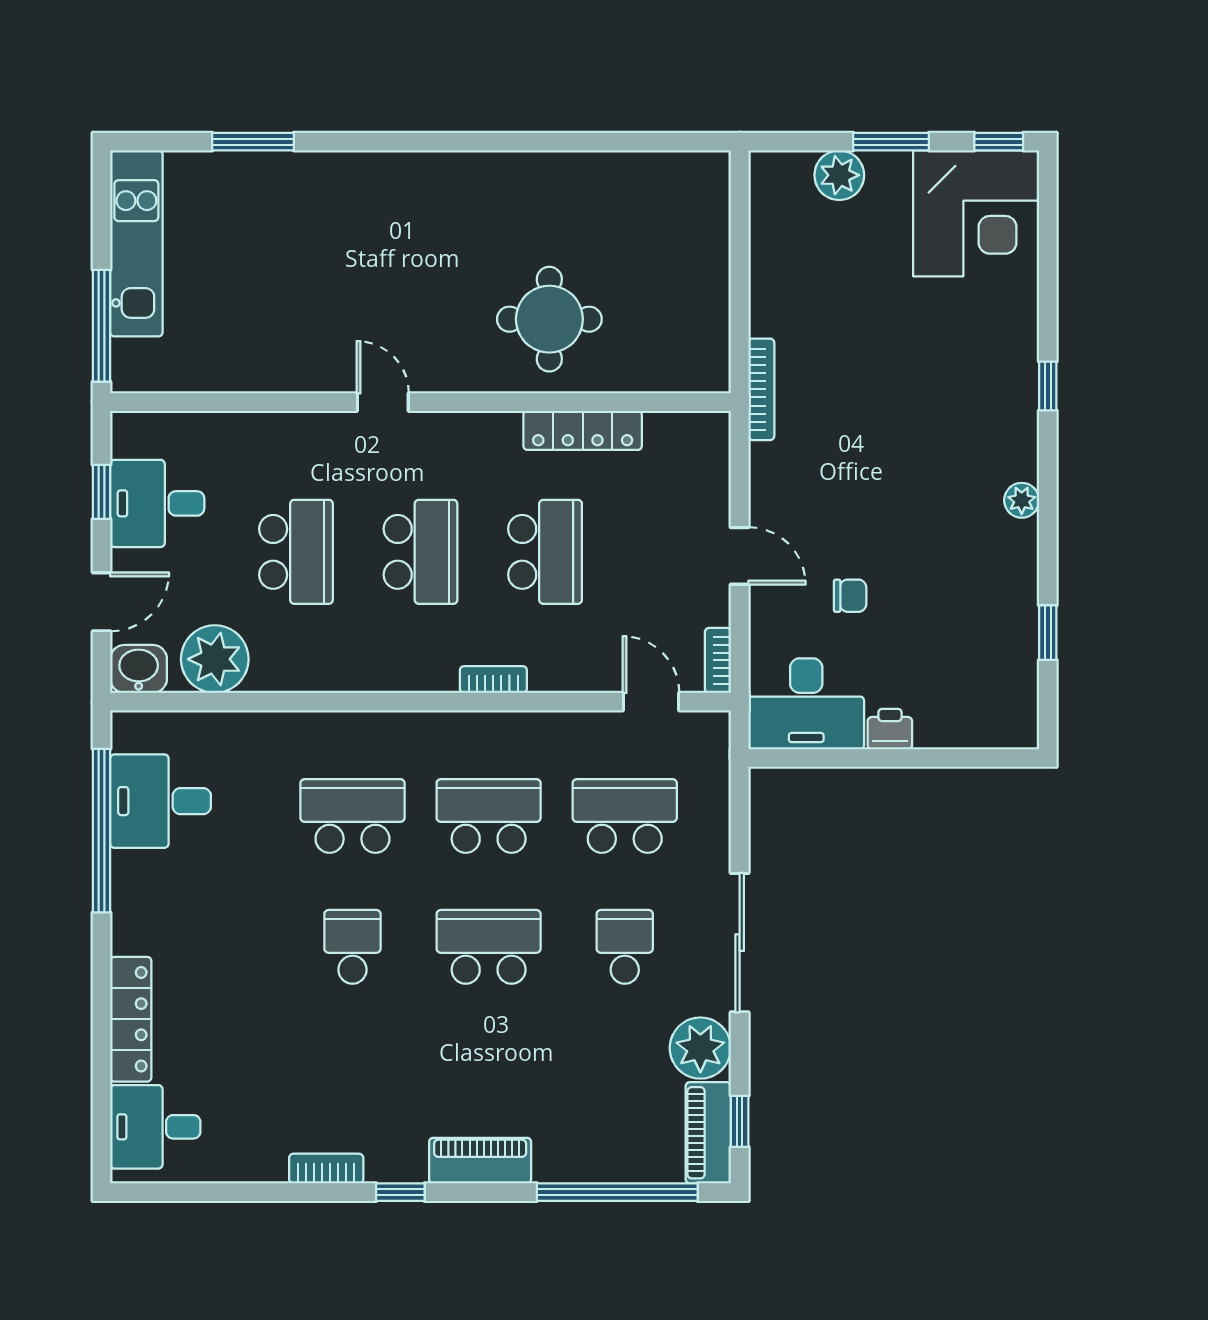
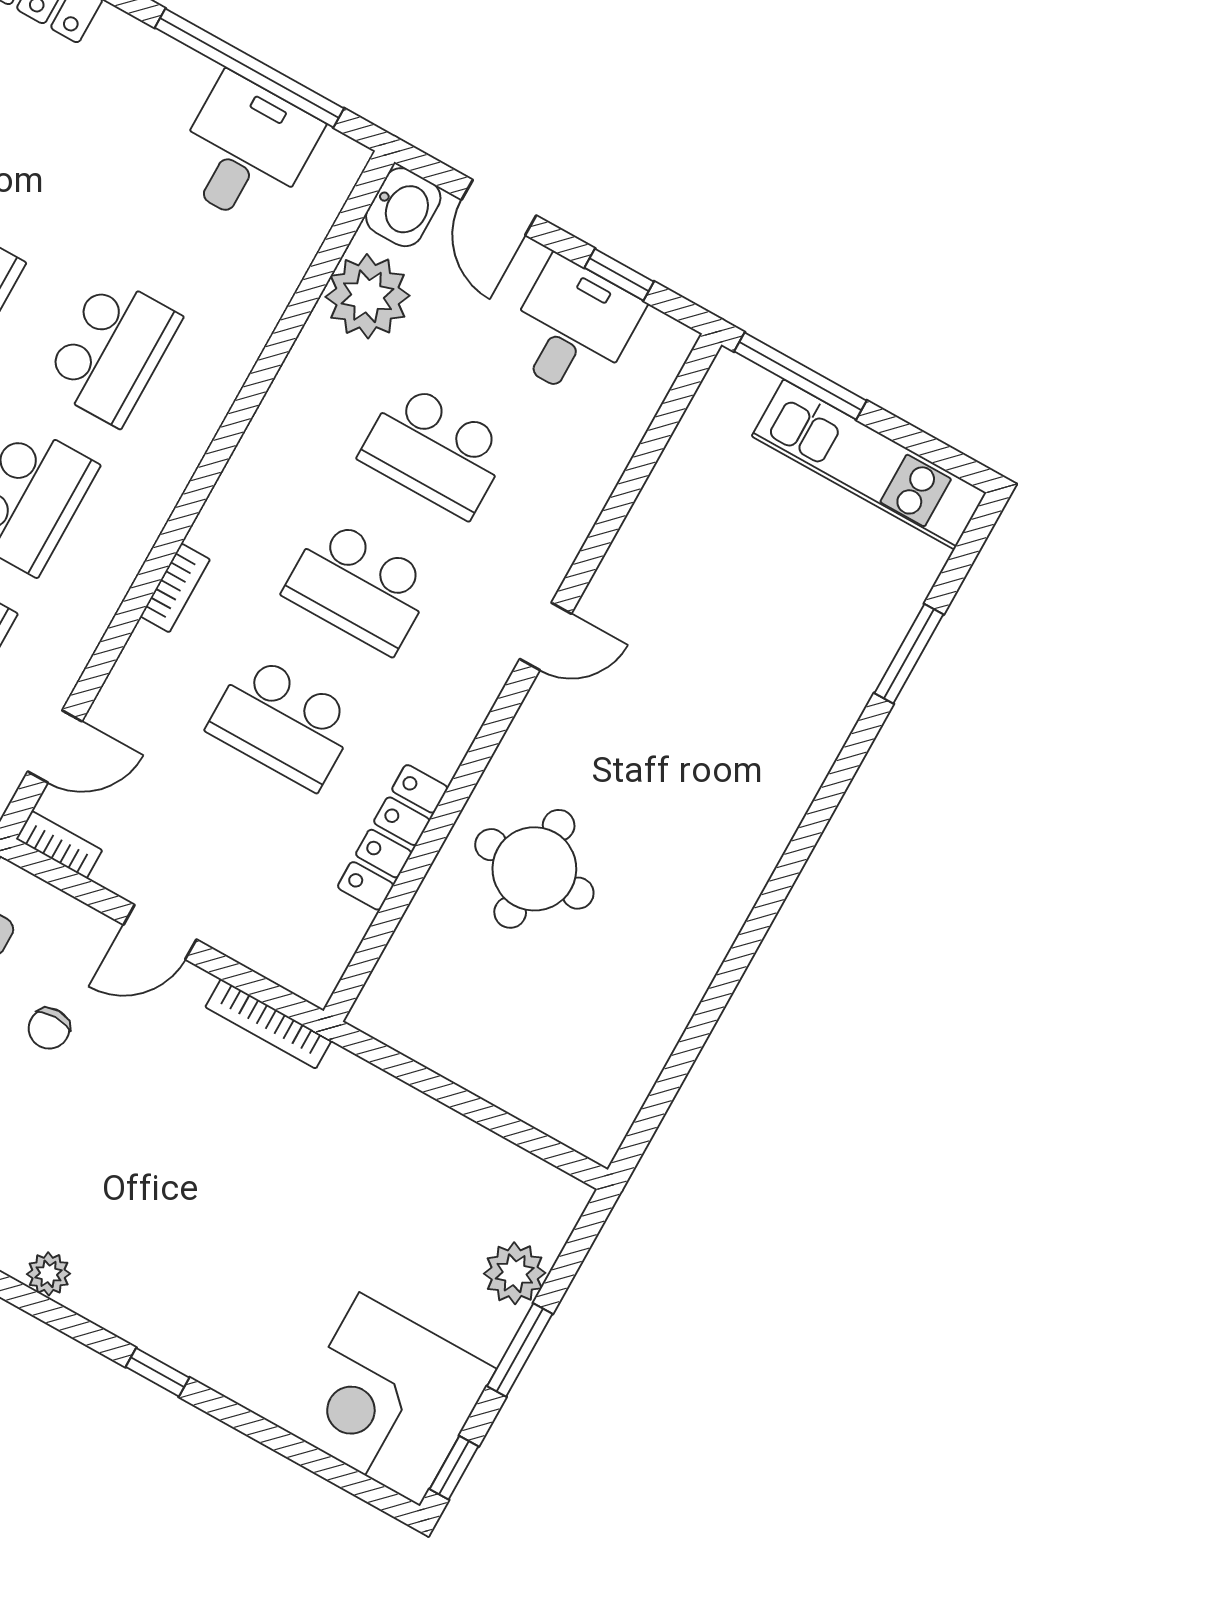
bookcase: (761, 389) -> (268, 1024), moved

